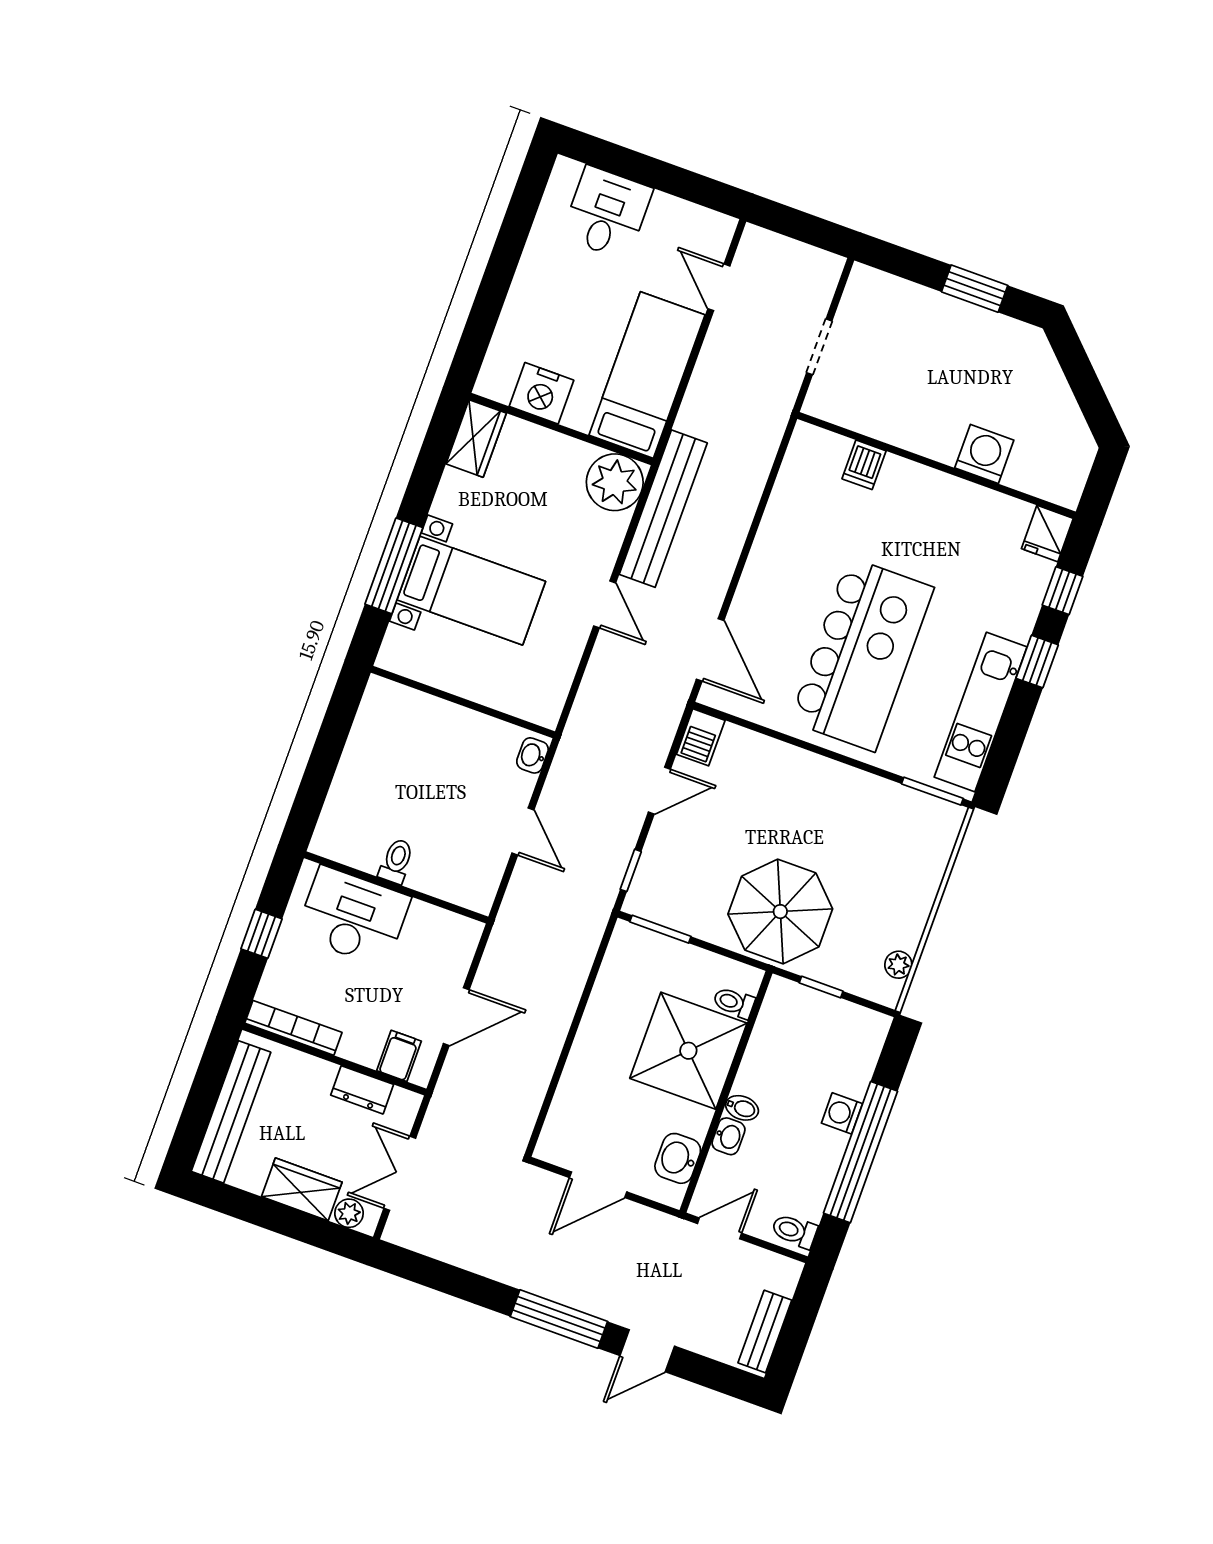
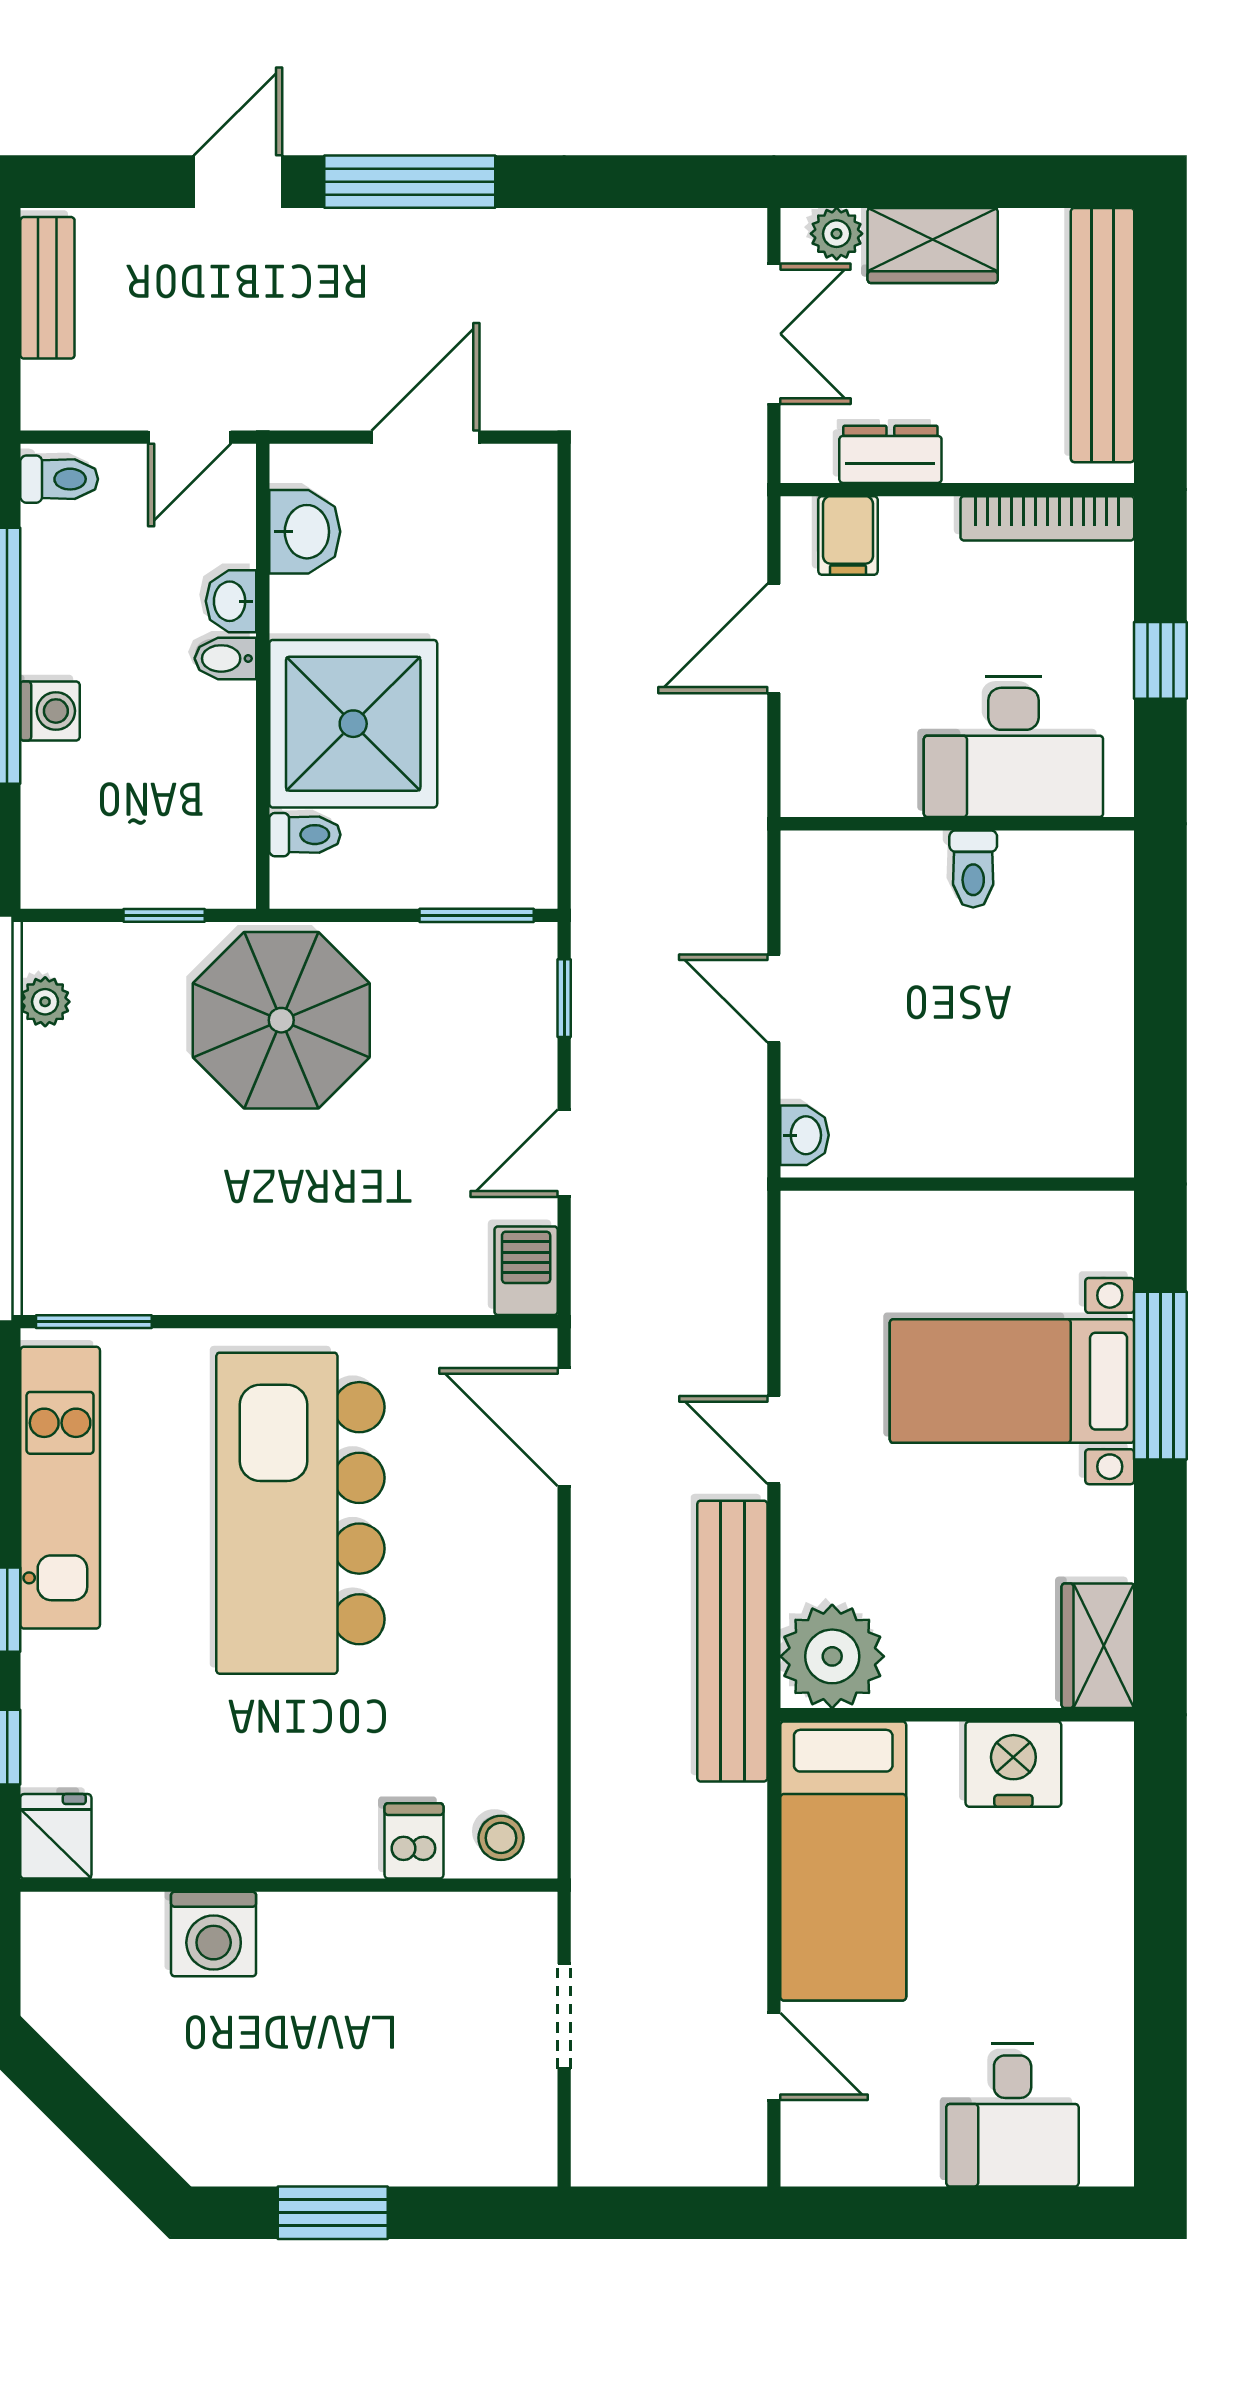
stool: (819, 450) -> (501, 1838), added

